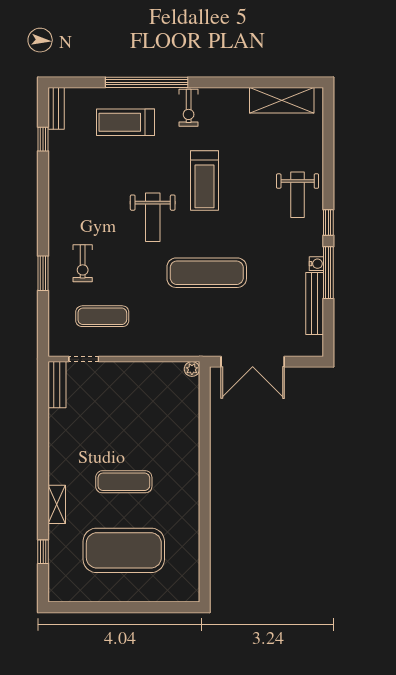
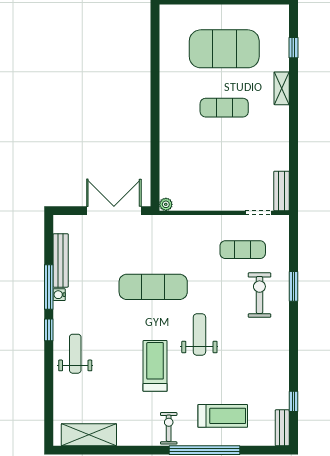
exercise bike: (83, 263) -> (259, 295), width x1.38, depth x1.39

